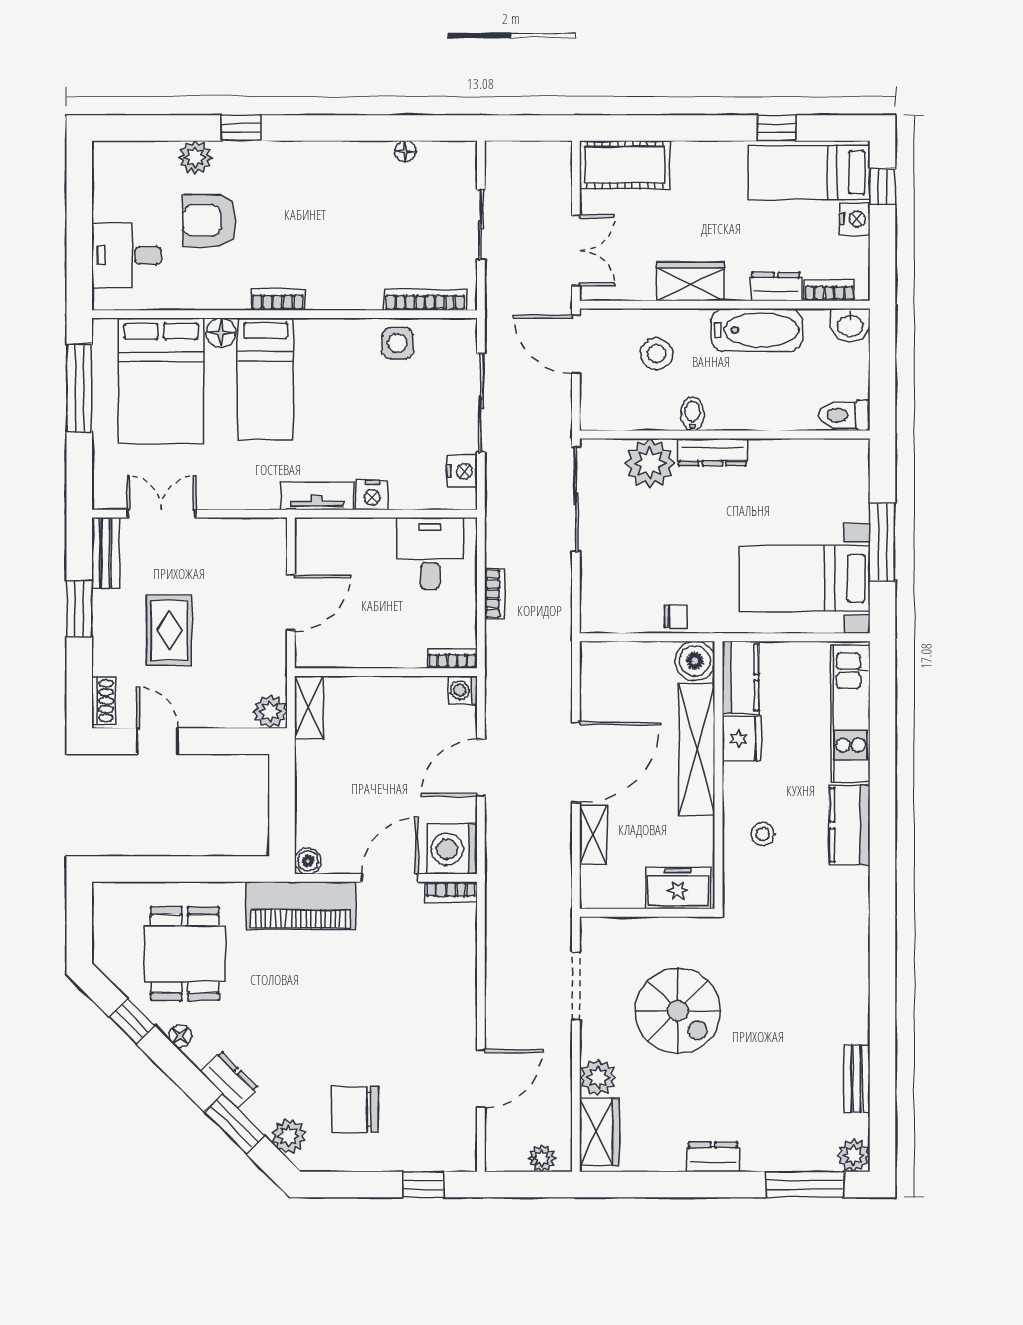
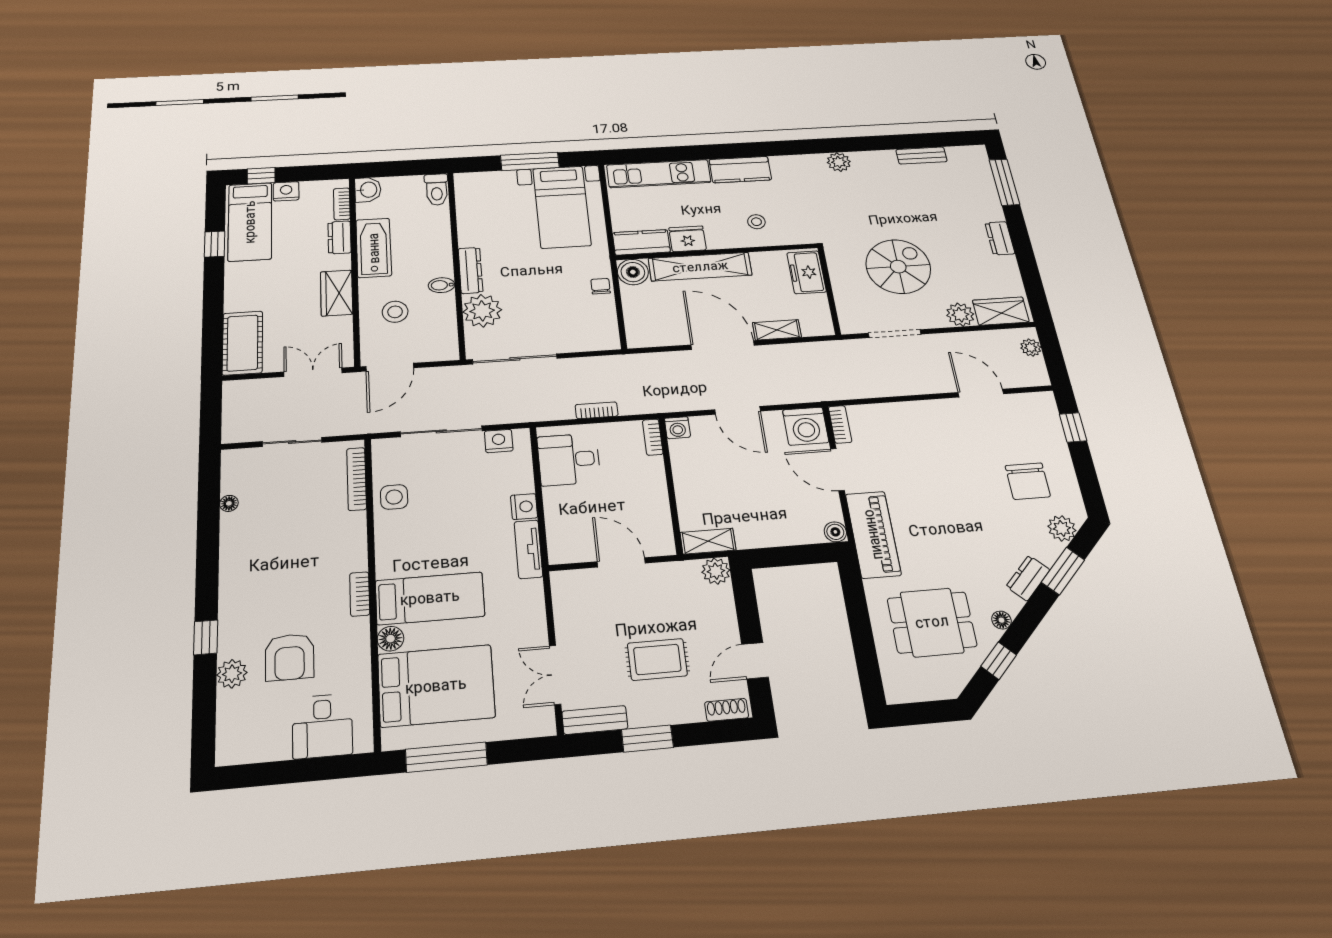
plant: (854, 1155) -> (839, 162), moved

